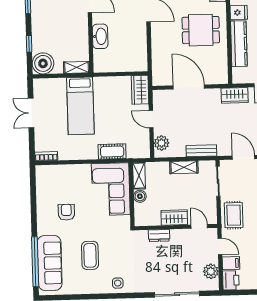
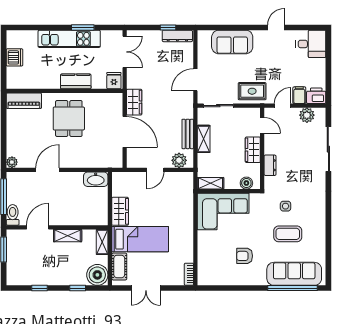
fridge: (239, 13) -> (114, 81), moved
shelving: (82, 32) -> (68, 236), added
washbasin: (100, 36) -> (96, 179), moved, turned 180
kitchen counter: (239, 44) -> (76, 81), width x0.67
door: (189, 87) -> (125, 132), swing flipped
wardrobe: (140, 90) -> (120, 211), moved, turned -90
wardrobe: (235, 95) -> (134, 102), moved
bench: (201, 151) -> (188, 134), moved
cot: (112, 152) -> (119, 266), moved
boiler: (140, 196) -> (246, 183), moved
door: (199, 226) -> (262, 125), swing flipped
side table: (118, 283) -> (286, 206), moved

